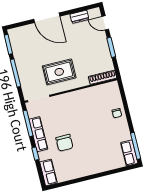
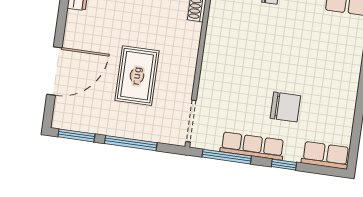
door: (47, 18) -> (54, 71), moved
rug: (59, 72) -> (137, 76), moved

